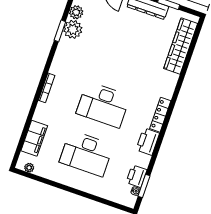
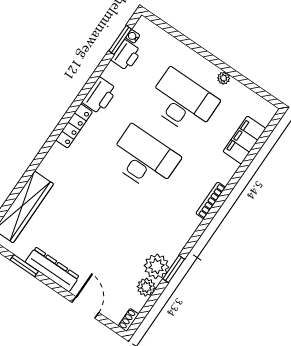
plant: (29, 168) -> (224, 78), moved

